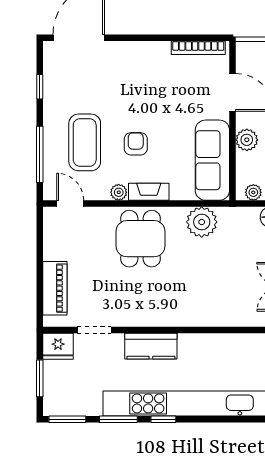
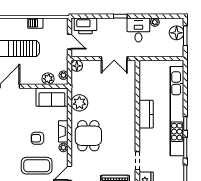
plant: (247, 140) -> (48, 79), moved
sofa: (212, 160) -> (52, 97), width x0.73
dining table: (140, 239) -> (88, 136), turned 90
kitchen counter: (151, 346) -> (146, 114), moved

